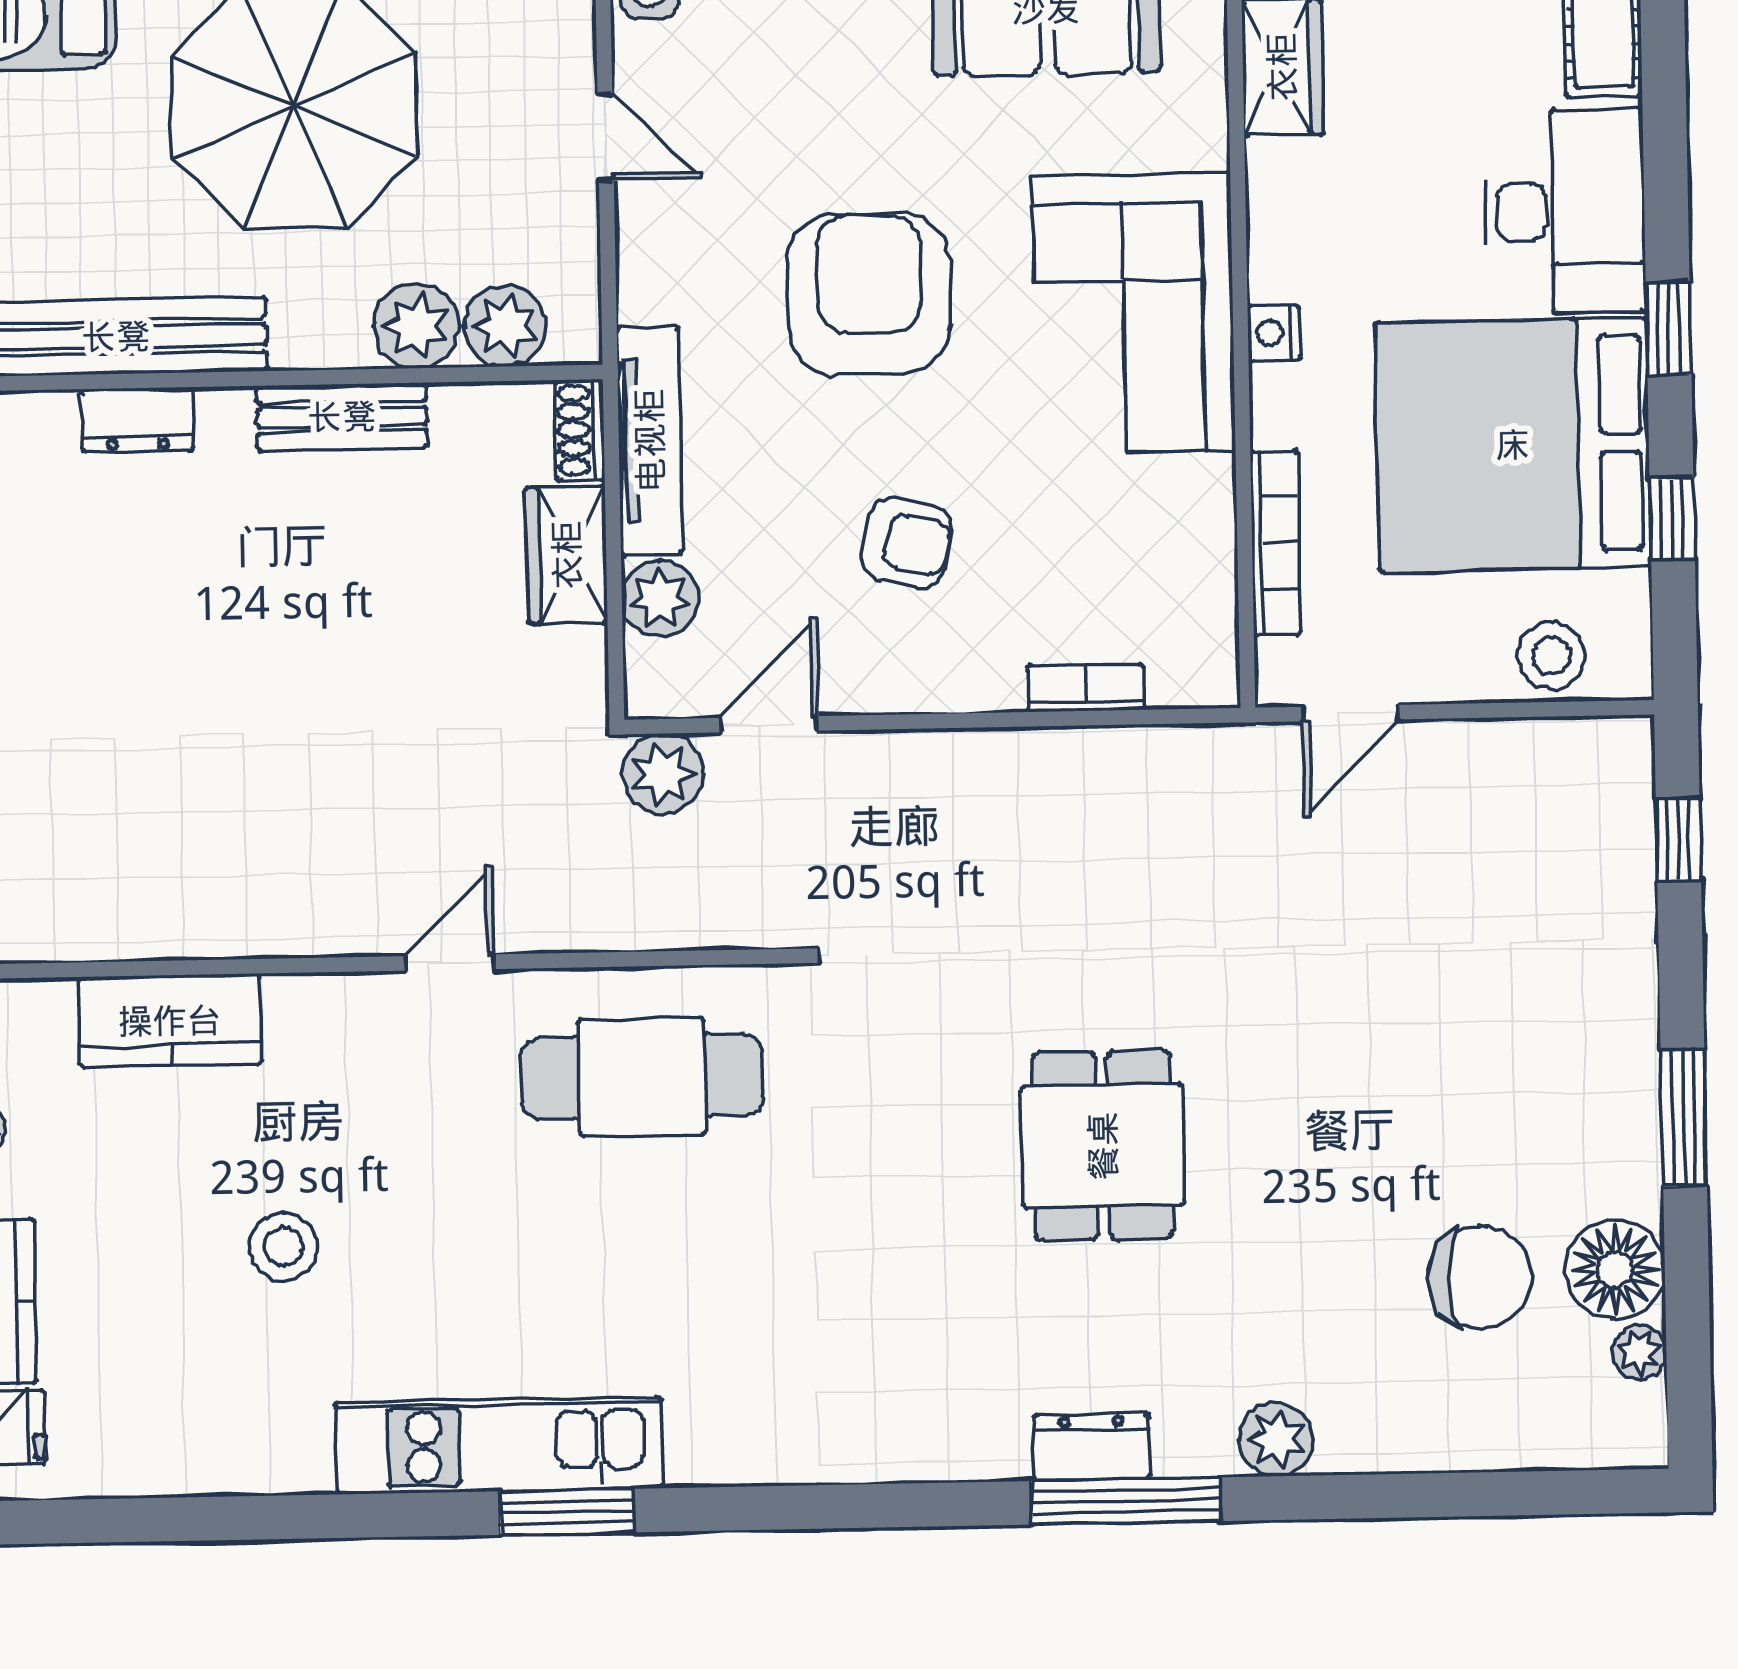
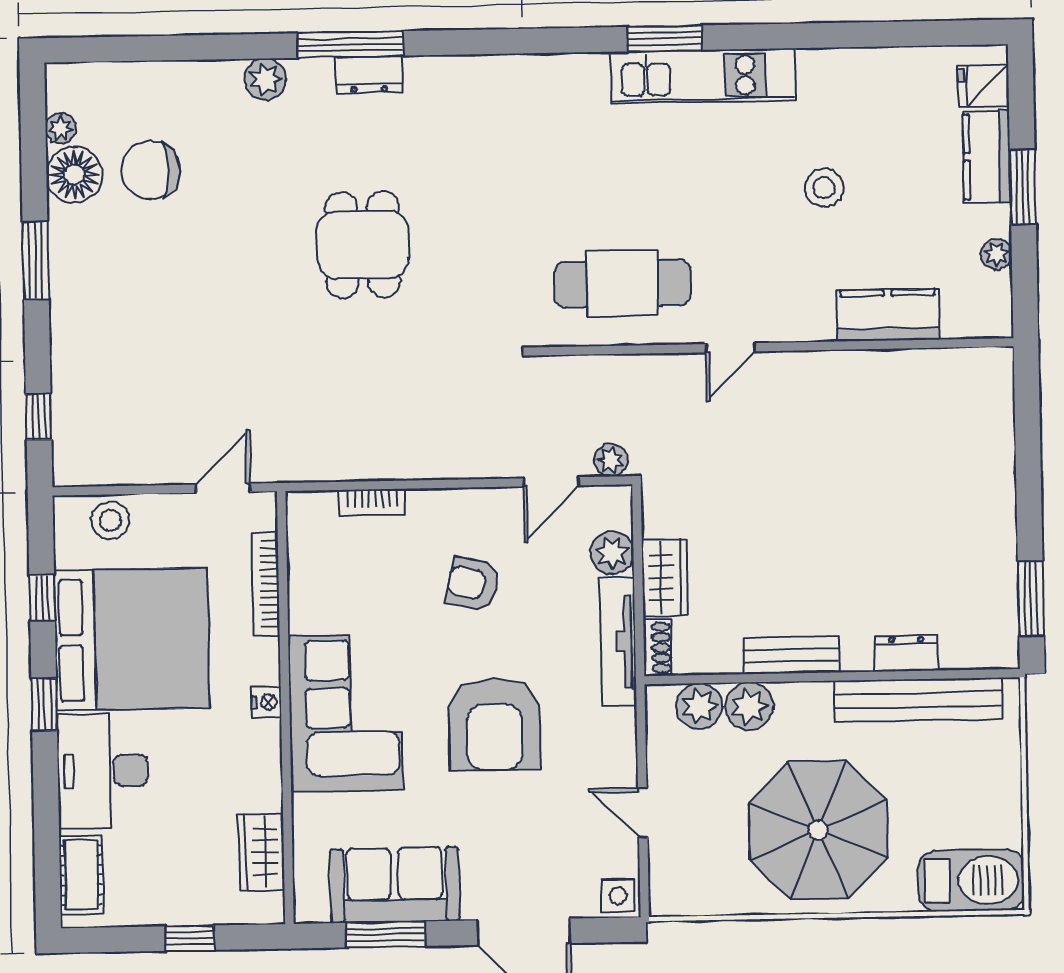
plant: (663, 774) -> (611, 460), width x0.73, depth x0.73

